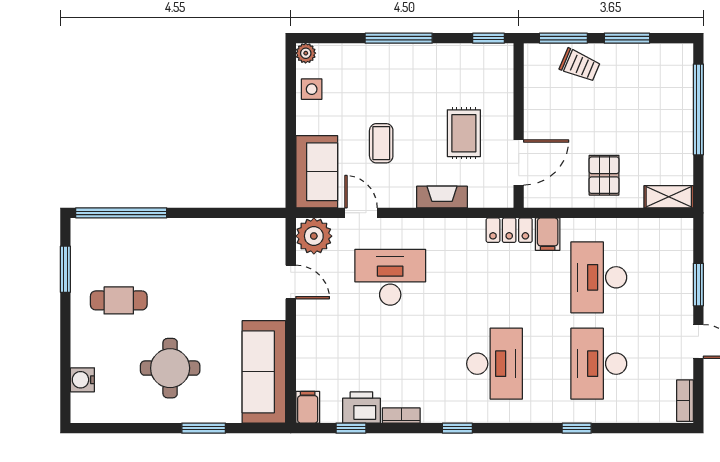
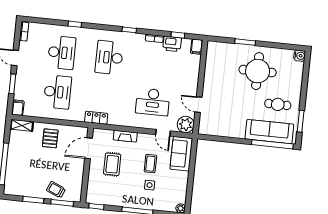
side table: (312, 89) -> (150, 185), moved
filing cabinet: (548, 234) -> (18, 108), moved
round table: (170, 368) -> (258, 71), width x1.36, depth x1.36
sofa: (264, 372) -> (269, 132), moved, turned -90
water cooler: (82, 380) -> (300, 56), moved

